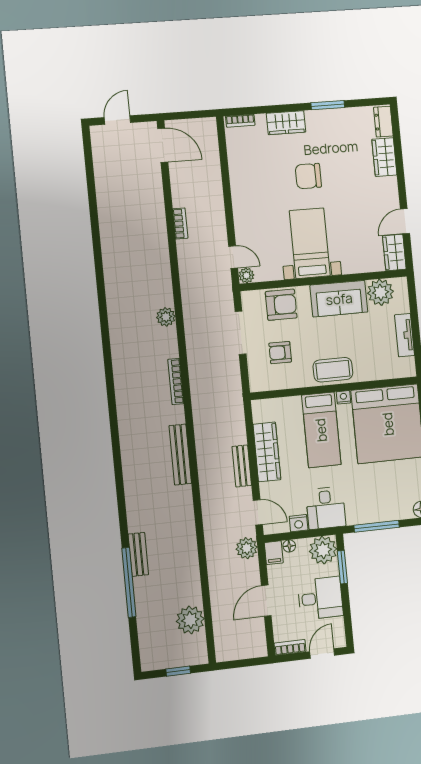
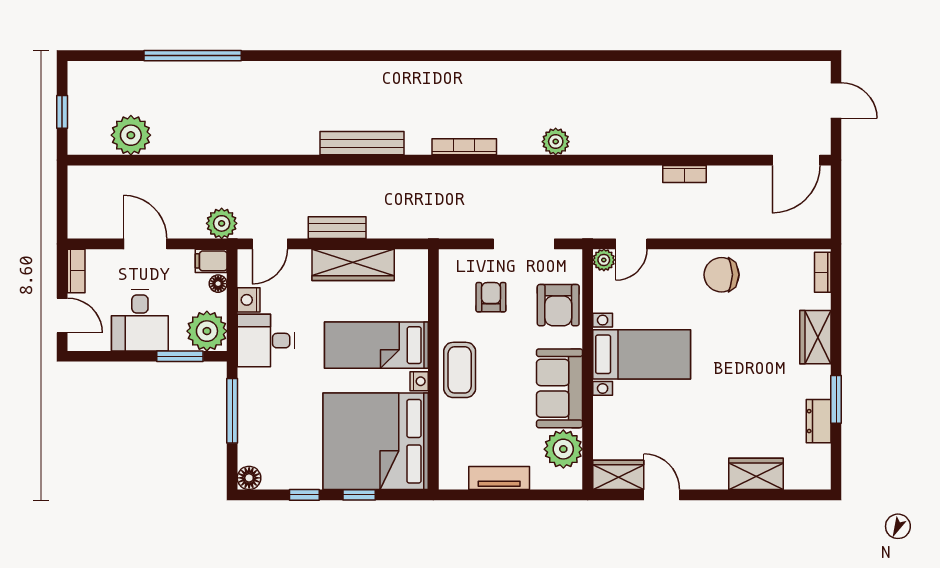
dresser: (383, 122) -> (819, 421), moved, turned -90
chair: (308, 176) -> (721, 275), moved, turned -90
bench: (138, 554) -> (230, 72), removed

